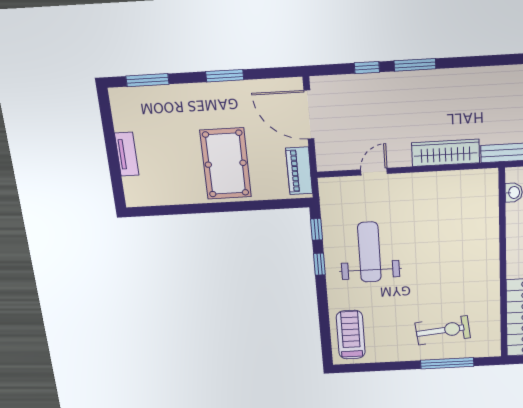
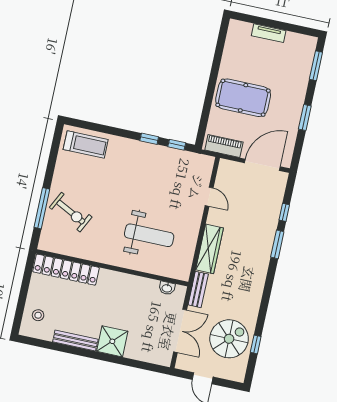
weight bench: (369, 252) -> (149, 235), moved
exercise bike: (443, 330) -> (71, 212), turned -57

